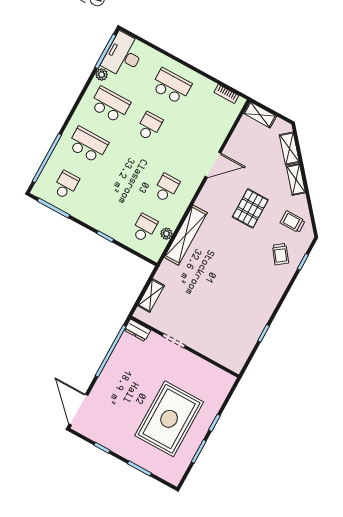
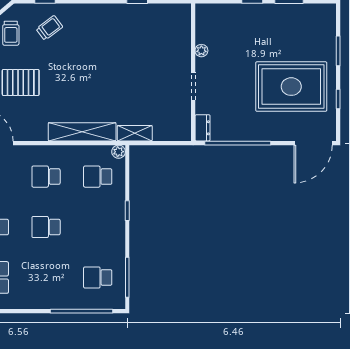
school desk: (88, 145) -> (46, 227), moved, width x0.54
plant: (166, 234) -> (119, 152), moved
shelving: (151, 296) -> (135, 133), moved
plant: (198, 362) -> (201, 51), added
rug: (169, 419) -> (291, 87), moved

